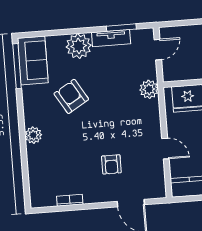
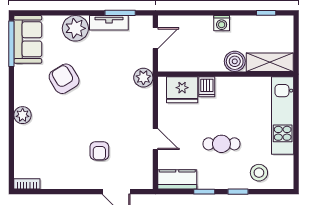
bookcase: (70, 200) -> (27, 184), moved

